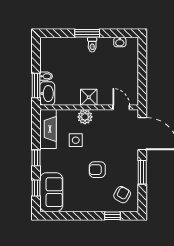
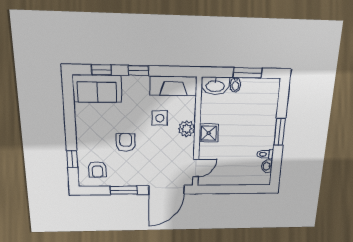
toilet: (92, 45) -> (265, 154), moved
window: (36, 85) -> (248, 73), moved
armchair: (122, 195) -> (97, 169), turned 61

